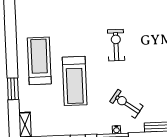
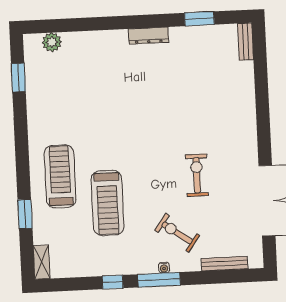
exercise bike: (116, 45) -> (197, 175), moved

